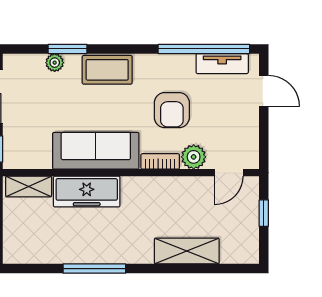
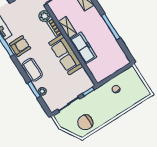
armchair: (172, 110) -> (20, 46), moved
shelving: (29, 186) -> (67, 27), moved

